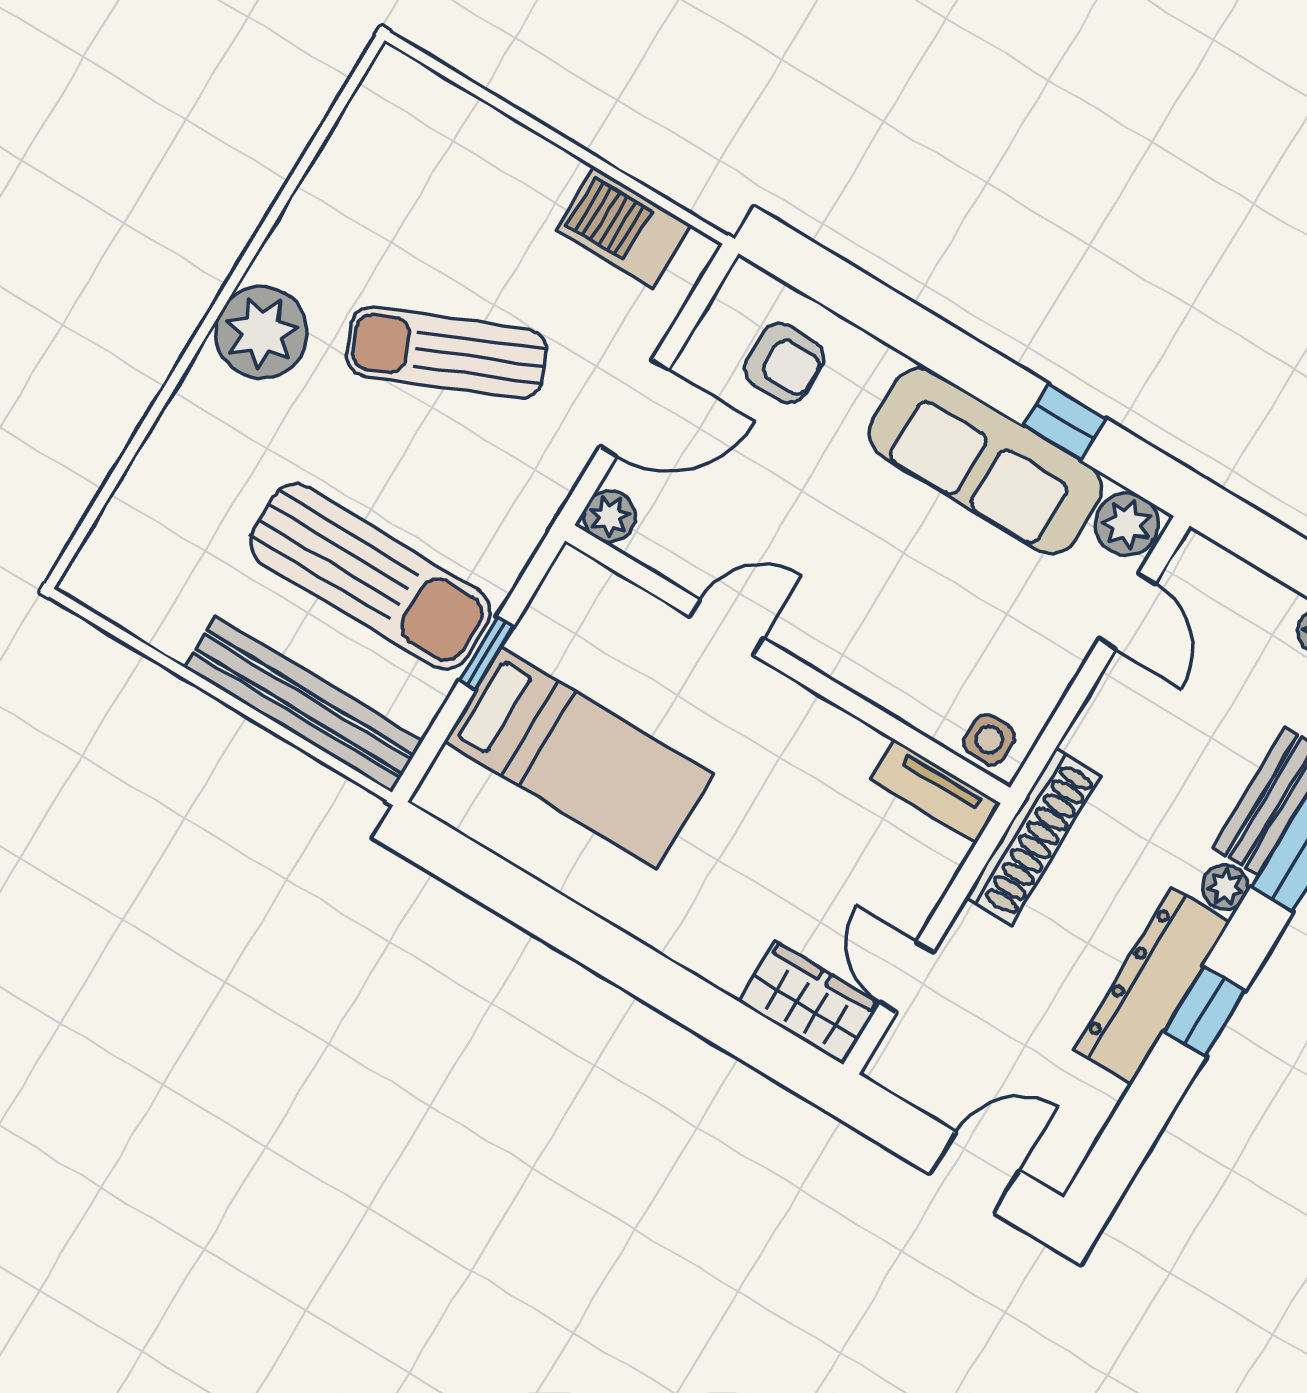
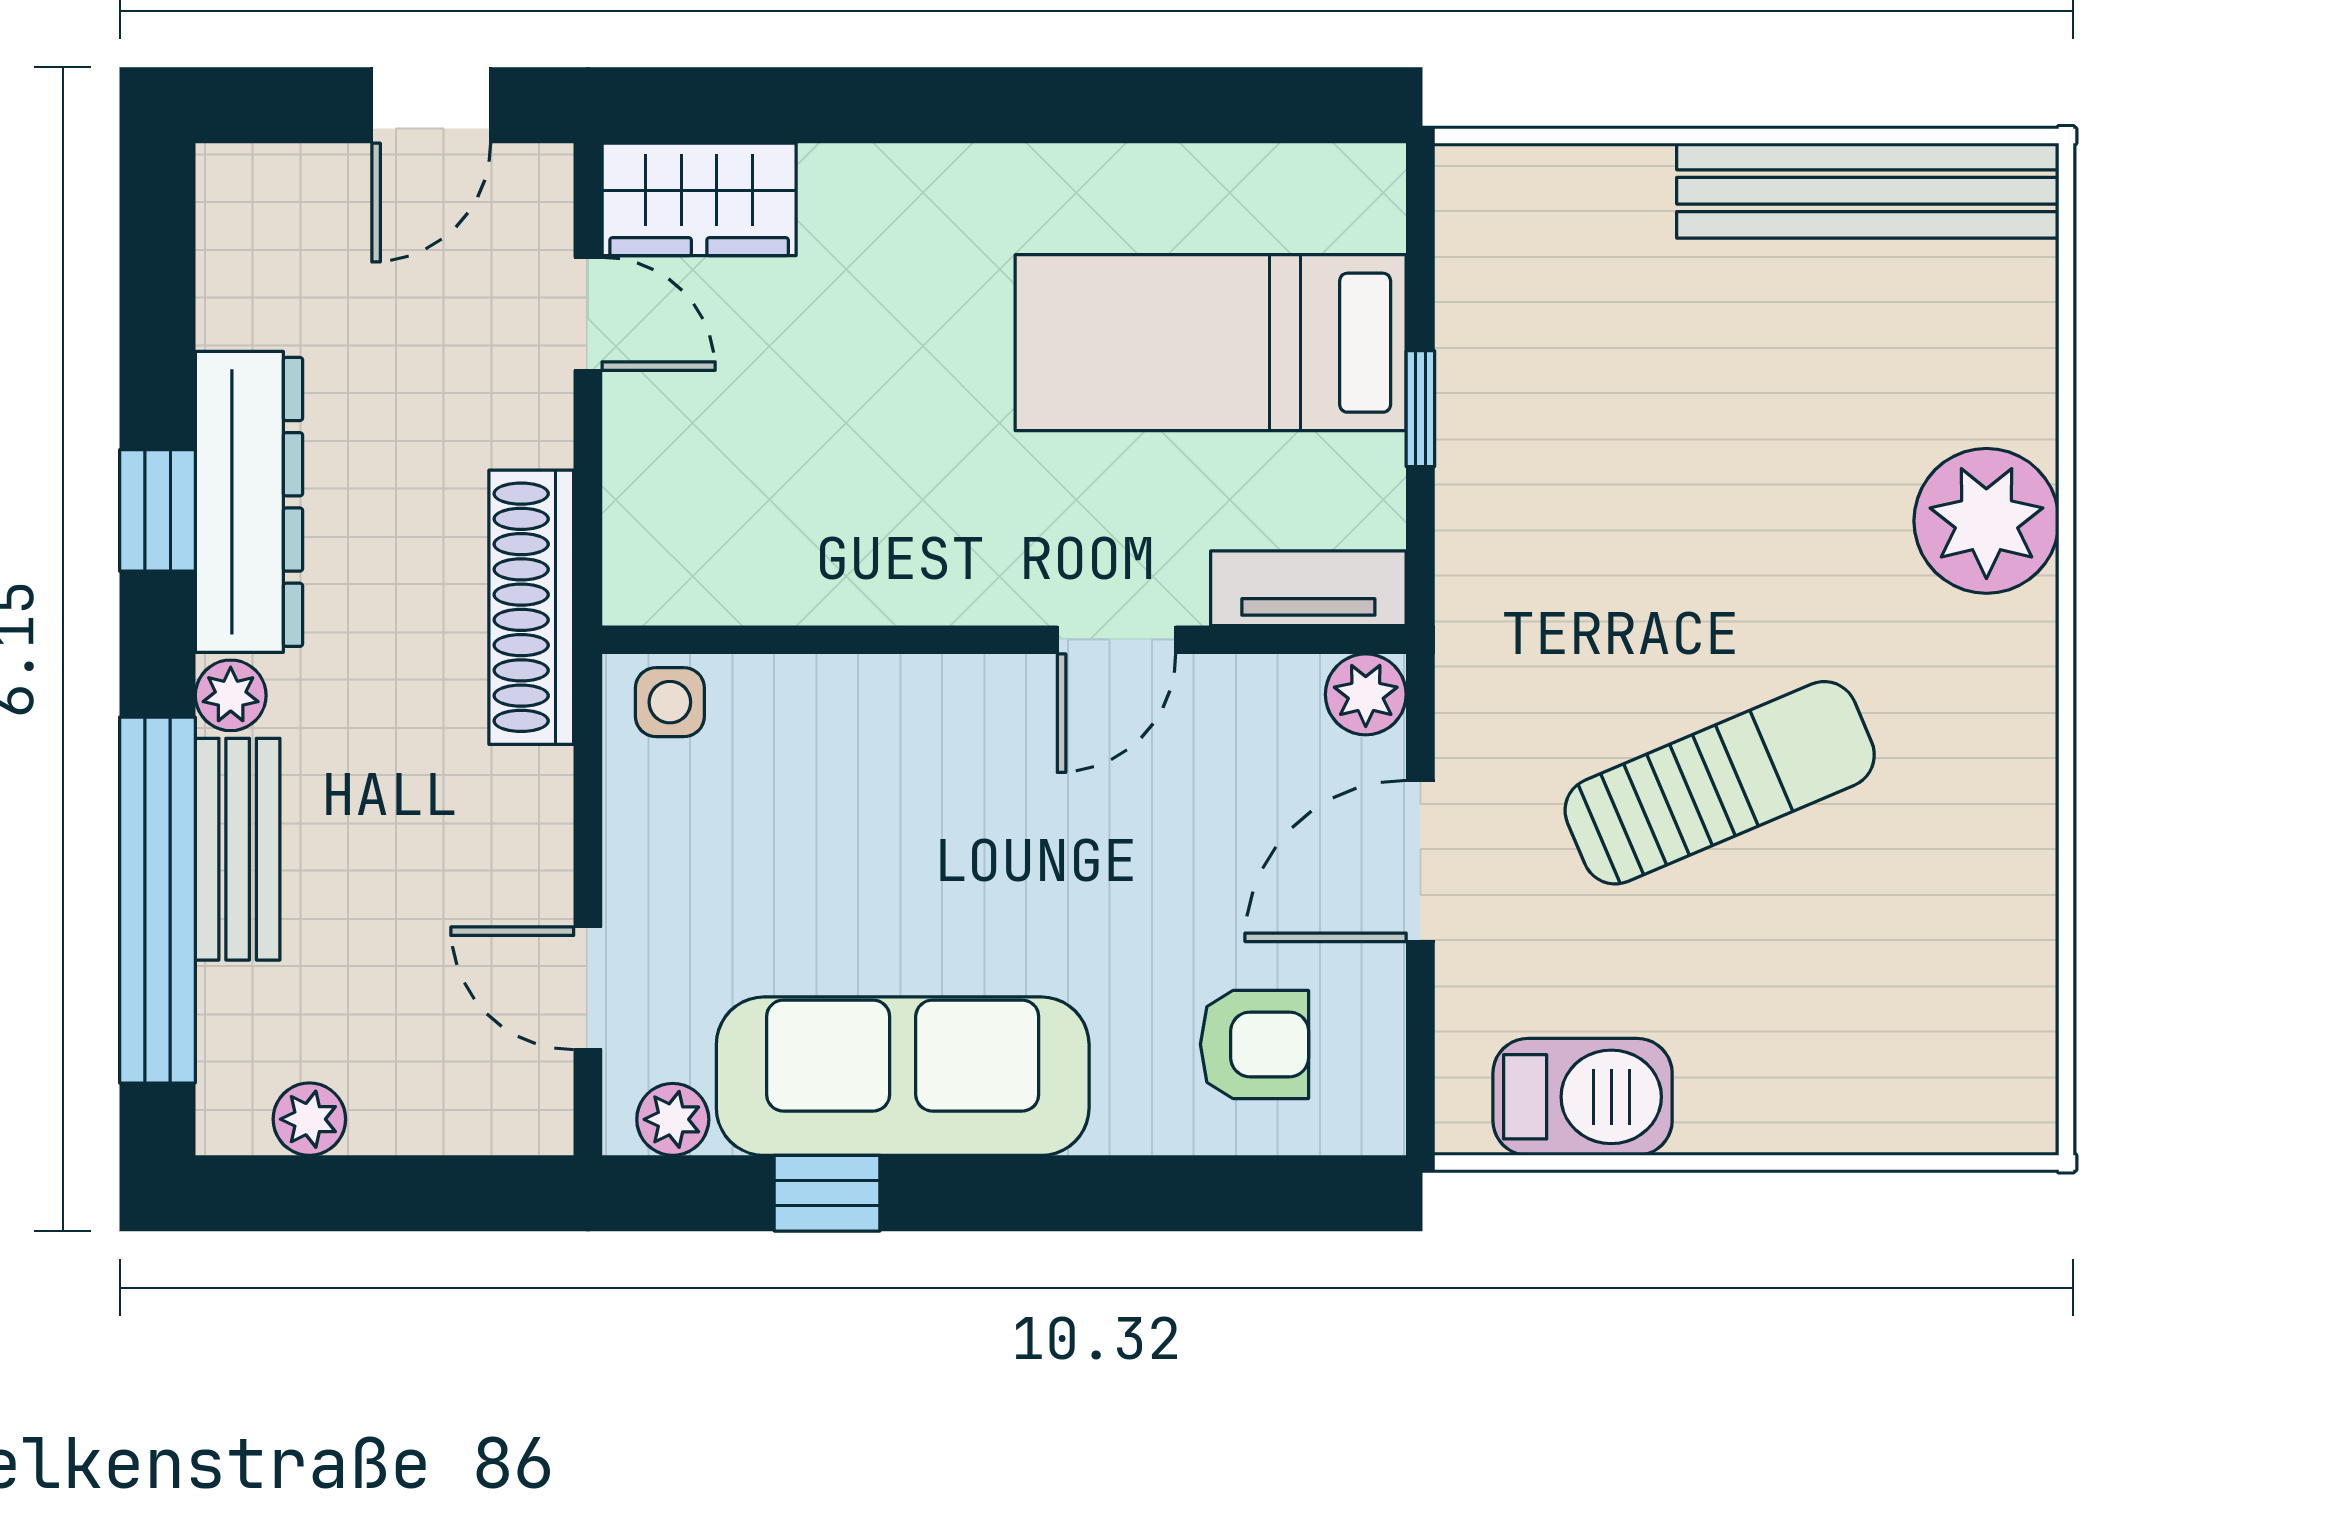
plant: (261, 333) -> (1986, 521), moved
armchair: (784, 363) -> (1255, 1044), turned 180
plant: (1127, 524) -> (673, 1119), width x0.73, depth x0.73
sun lounger: (370, 577) -> (1640, 418), removed
bench: (304, 704) -> (1868, 191), moved
tv unit: (936, 792) -> (1308, 588), moved
door: (975, 1172) -> (431, 105), moved

